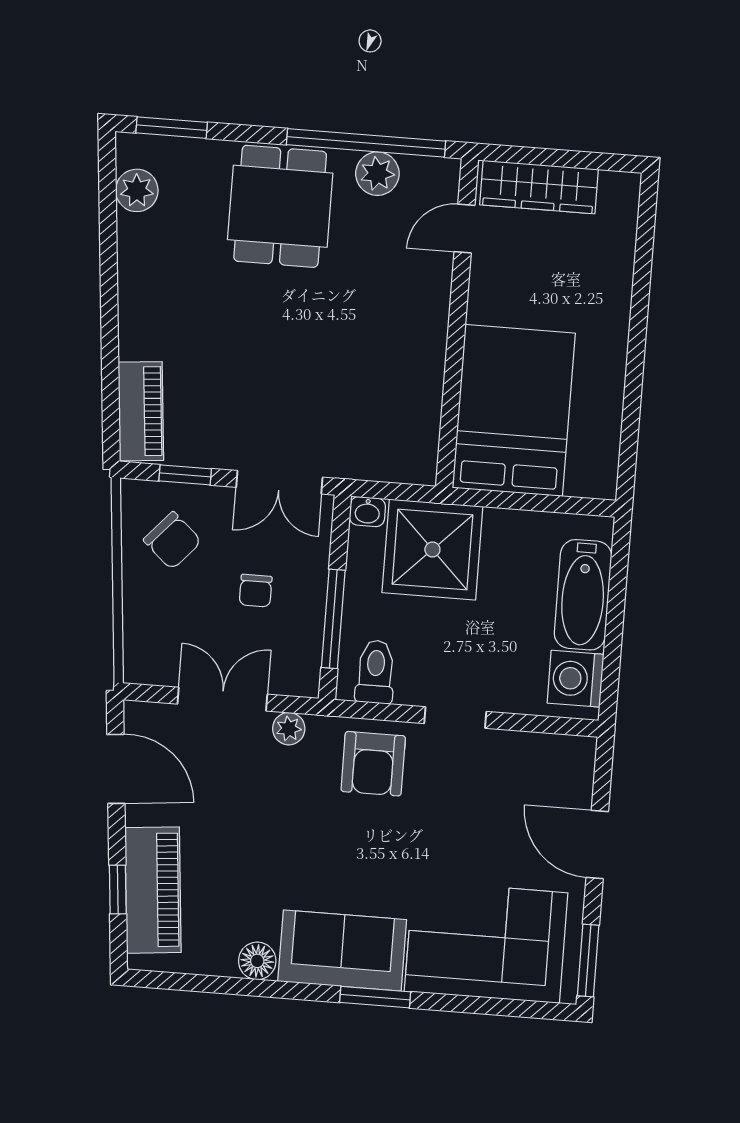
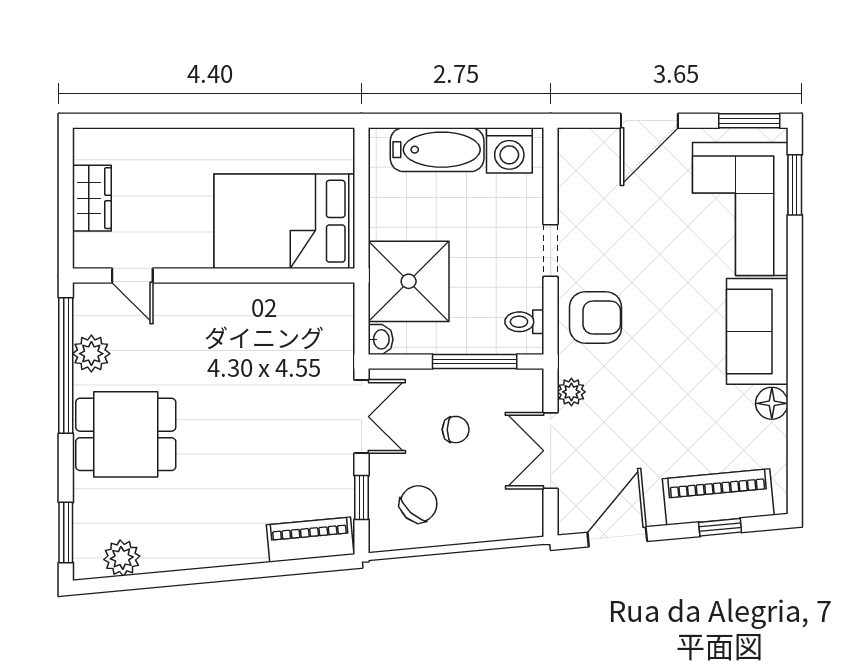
wardrobe: (539, 187) -> (92, 198), width x0.67
toilet: (375, 672) -> (524, 322), width x0.73, depth x0.72
window: (375, 997) -> (795, 185), moved

